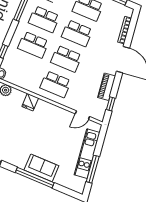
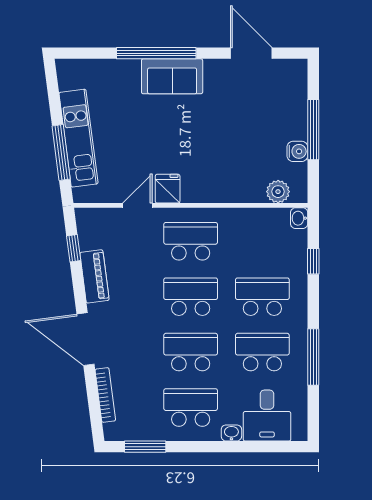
fridge: (30, 102) -> (168, 189), moved
door: (82, 115) -> (137, 205), moved
sofa: (41, 168) -> (172, 76), moved
window: (93, 169) -> (61, 153), moved

